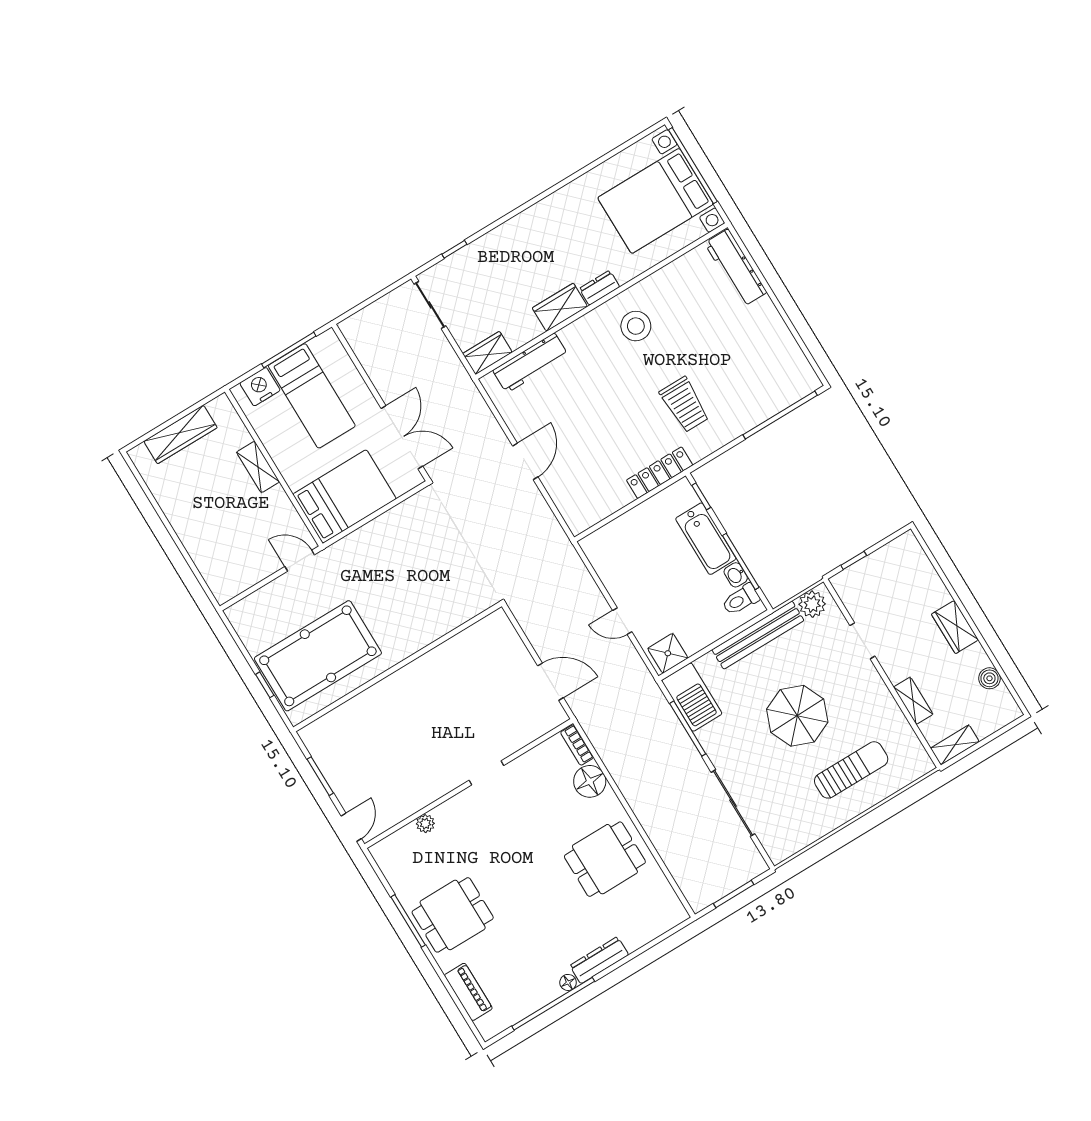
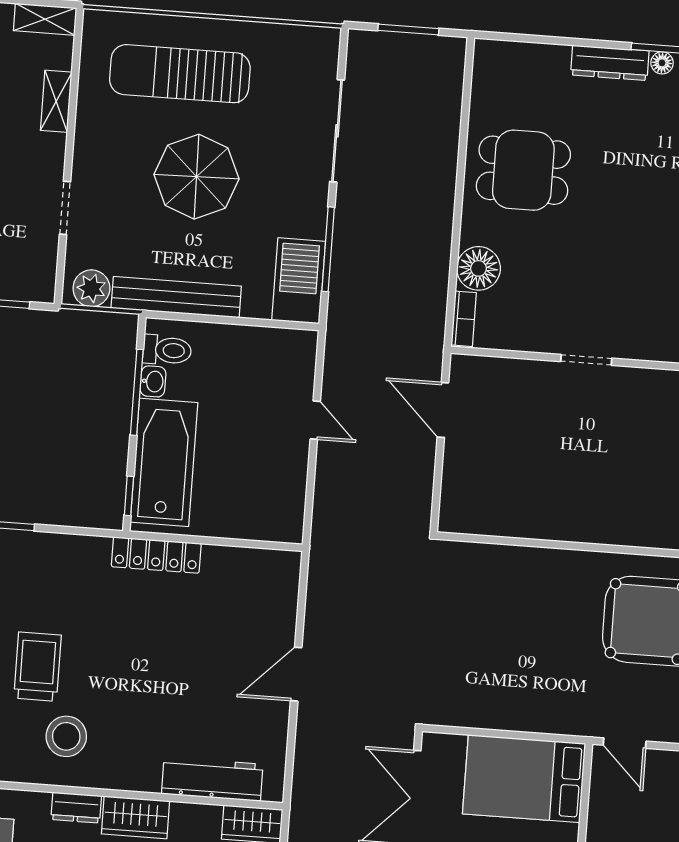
trolley: (684, 405) -> (38, 667), moved
bathtub: (706, 539) -> (164, 462), width x1.36, depth x1.36
shower: (668, 653) -> (290, 348), removed
sun lounger: (851, 770) -> (180, 74), width x1.36, depth x1.34

